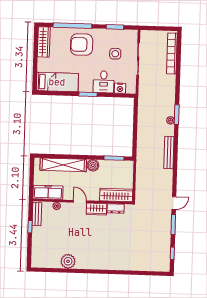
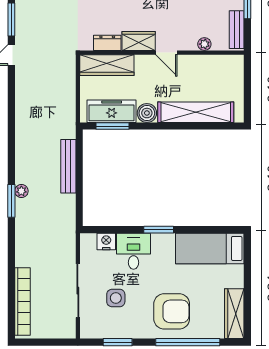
bench: (169, 153) -> (68, 166), moved
freezer: (48, 192) -> (112, 111), moved, turned 180

